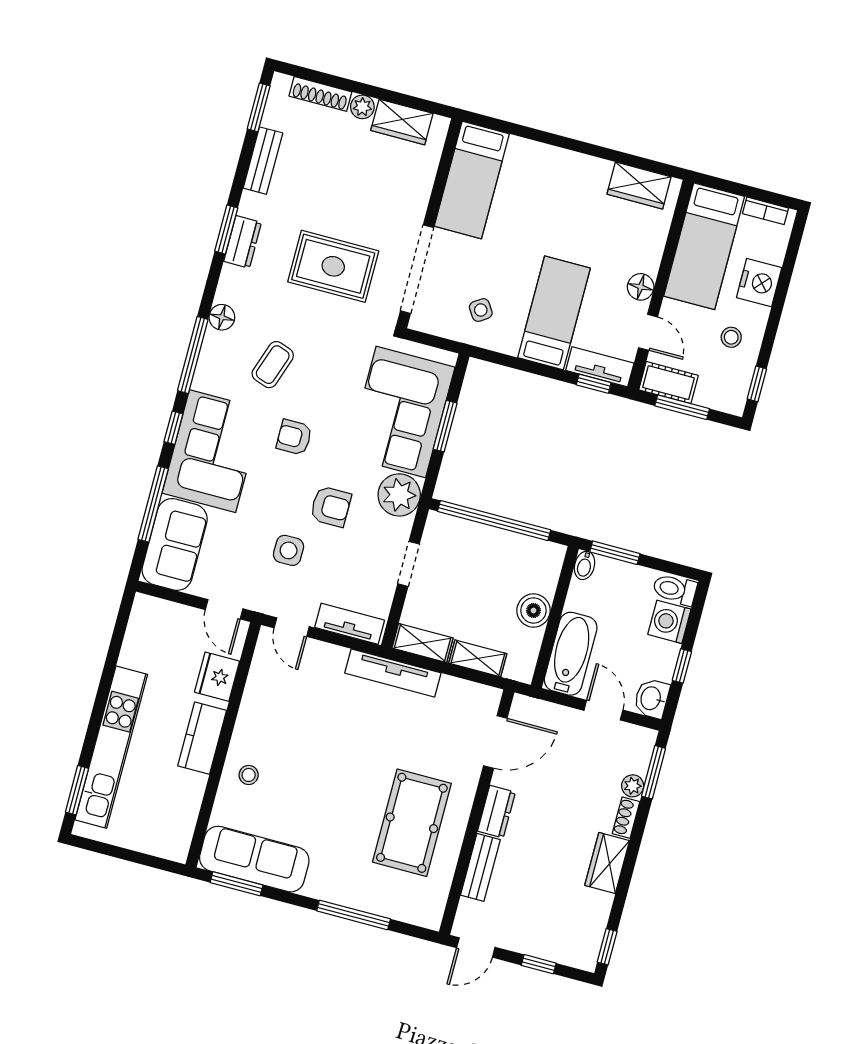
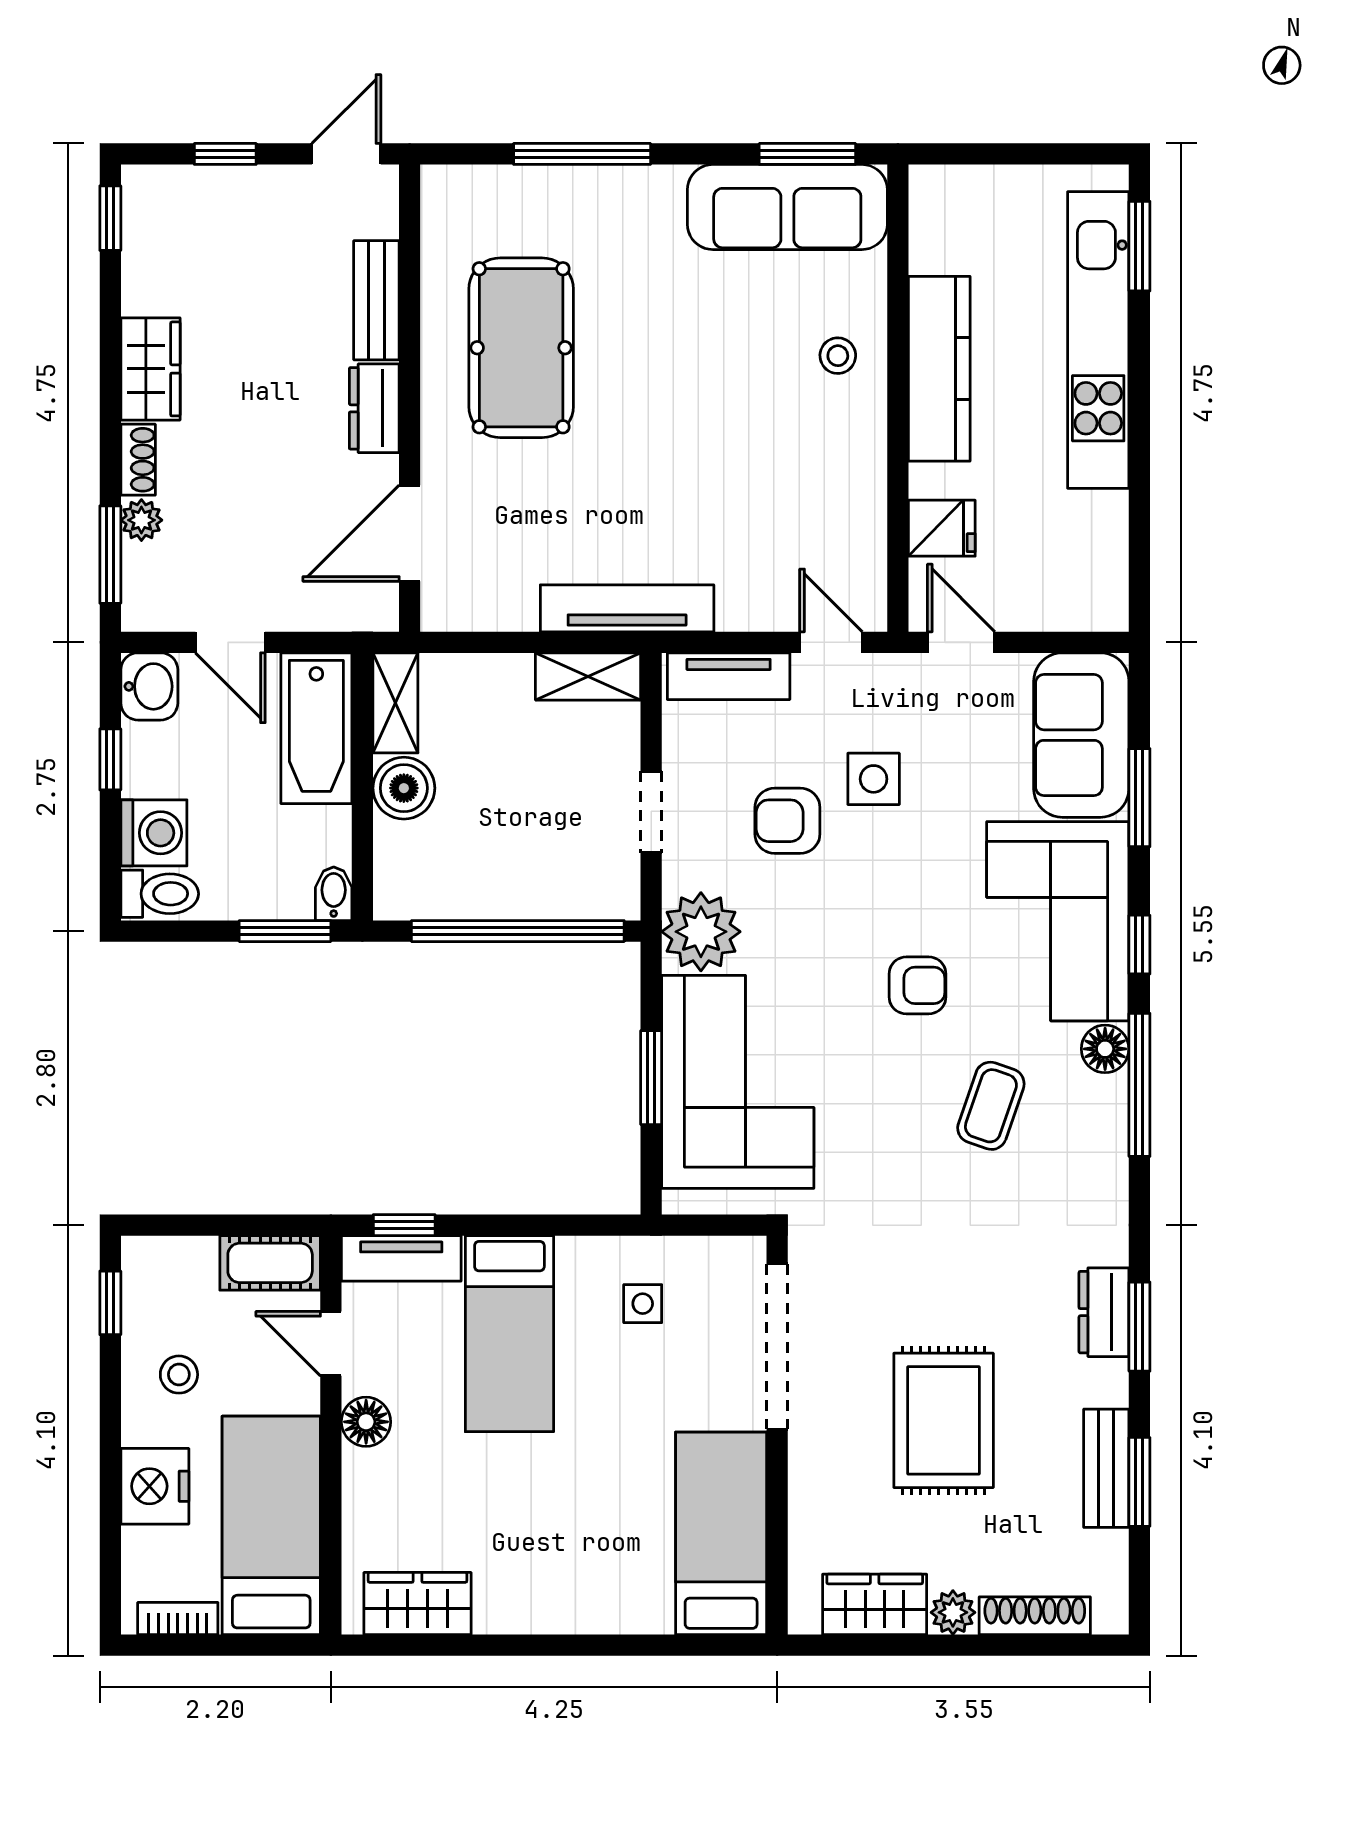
window: (259, 107) -> (1139, 1482), moved
rug: (333, 266) -> (944, 1420), moved, turned 90
side table: (481, 310) -> (643, 1304), turned 34
floor lamp: (222, 317) -> (1105, 1049), moved
window: (682, 407) -> (234, 1225), removed
window: (153, 504) -> (1139, 798), width x0.69
armchair: (331, 507) -> (787, 821), moved
shelving: (478, 658) -> (395, 703), moved, turned 90
fridge: (217, 677) -> (942, 528), width x0.72
kitchen counter: (202, 738) -> (939, 369), width x1.50

